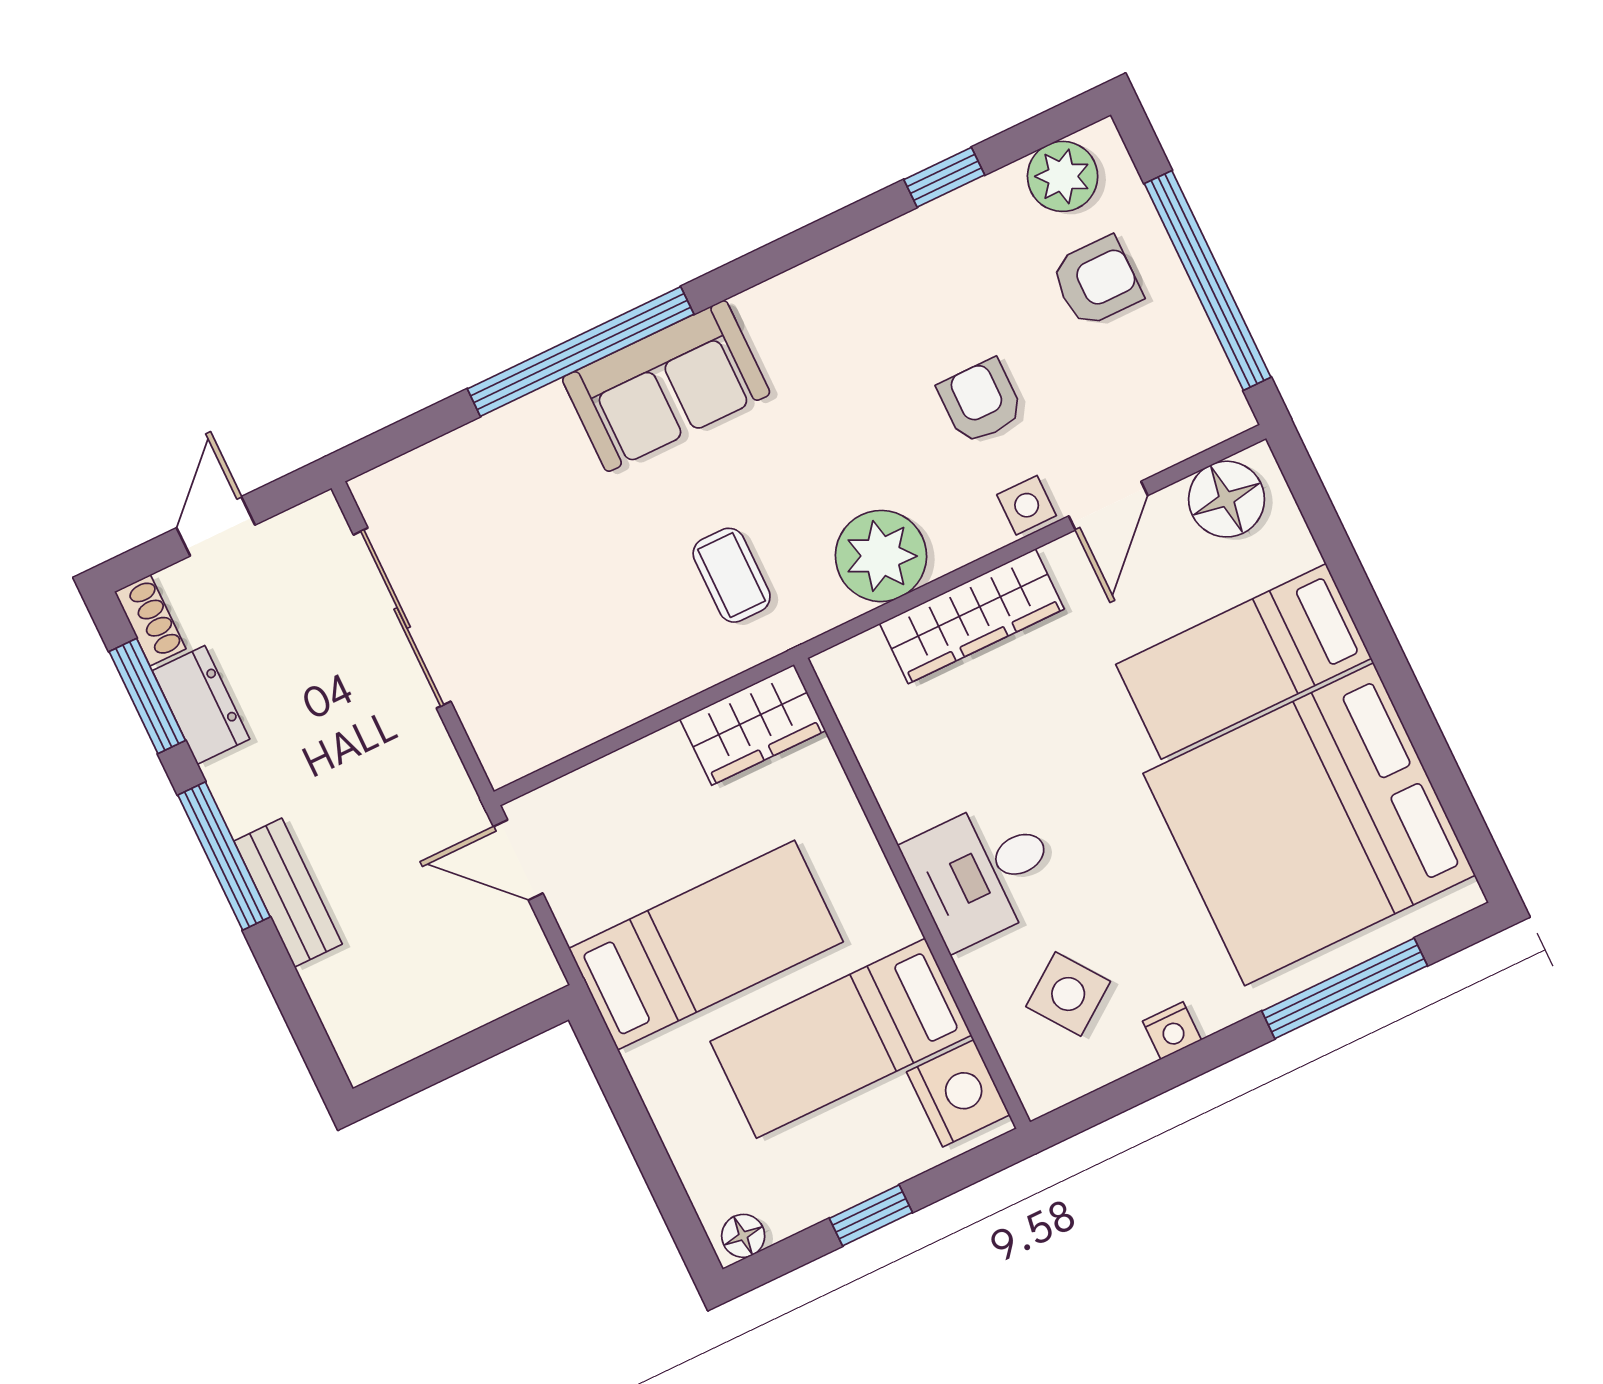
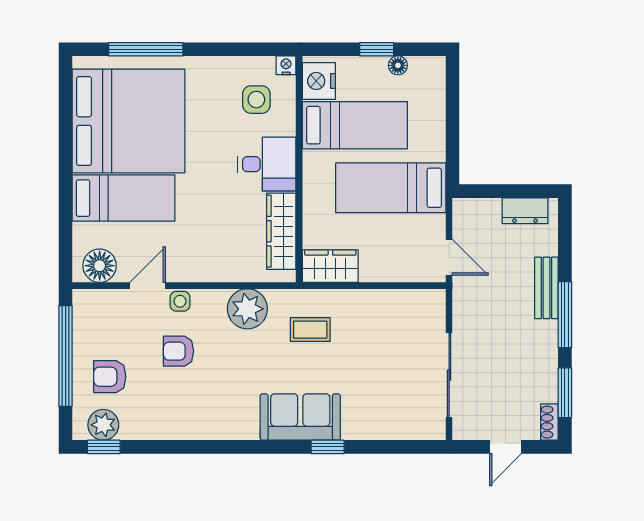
window: (944, 177) -> (104, 447), moved
window: (581, 352) -> (328, 447), width x0.32
armchair: (981, 401) -> (179, 351), turned 90
coffee table: (732, 575) -> (310, 330), turned 90
wardrobe: (972, 616) -> (281, 231), moved, turned -90
dresser: (201, 705) -> (525, 211), moved, turned -90
side table: (1068, 994) -> (256, 100), turned 36
nightstand: (1172, 1031) -> (286, 65), moved
floor lamp: (743, 1236) -> (398, 65), moved

